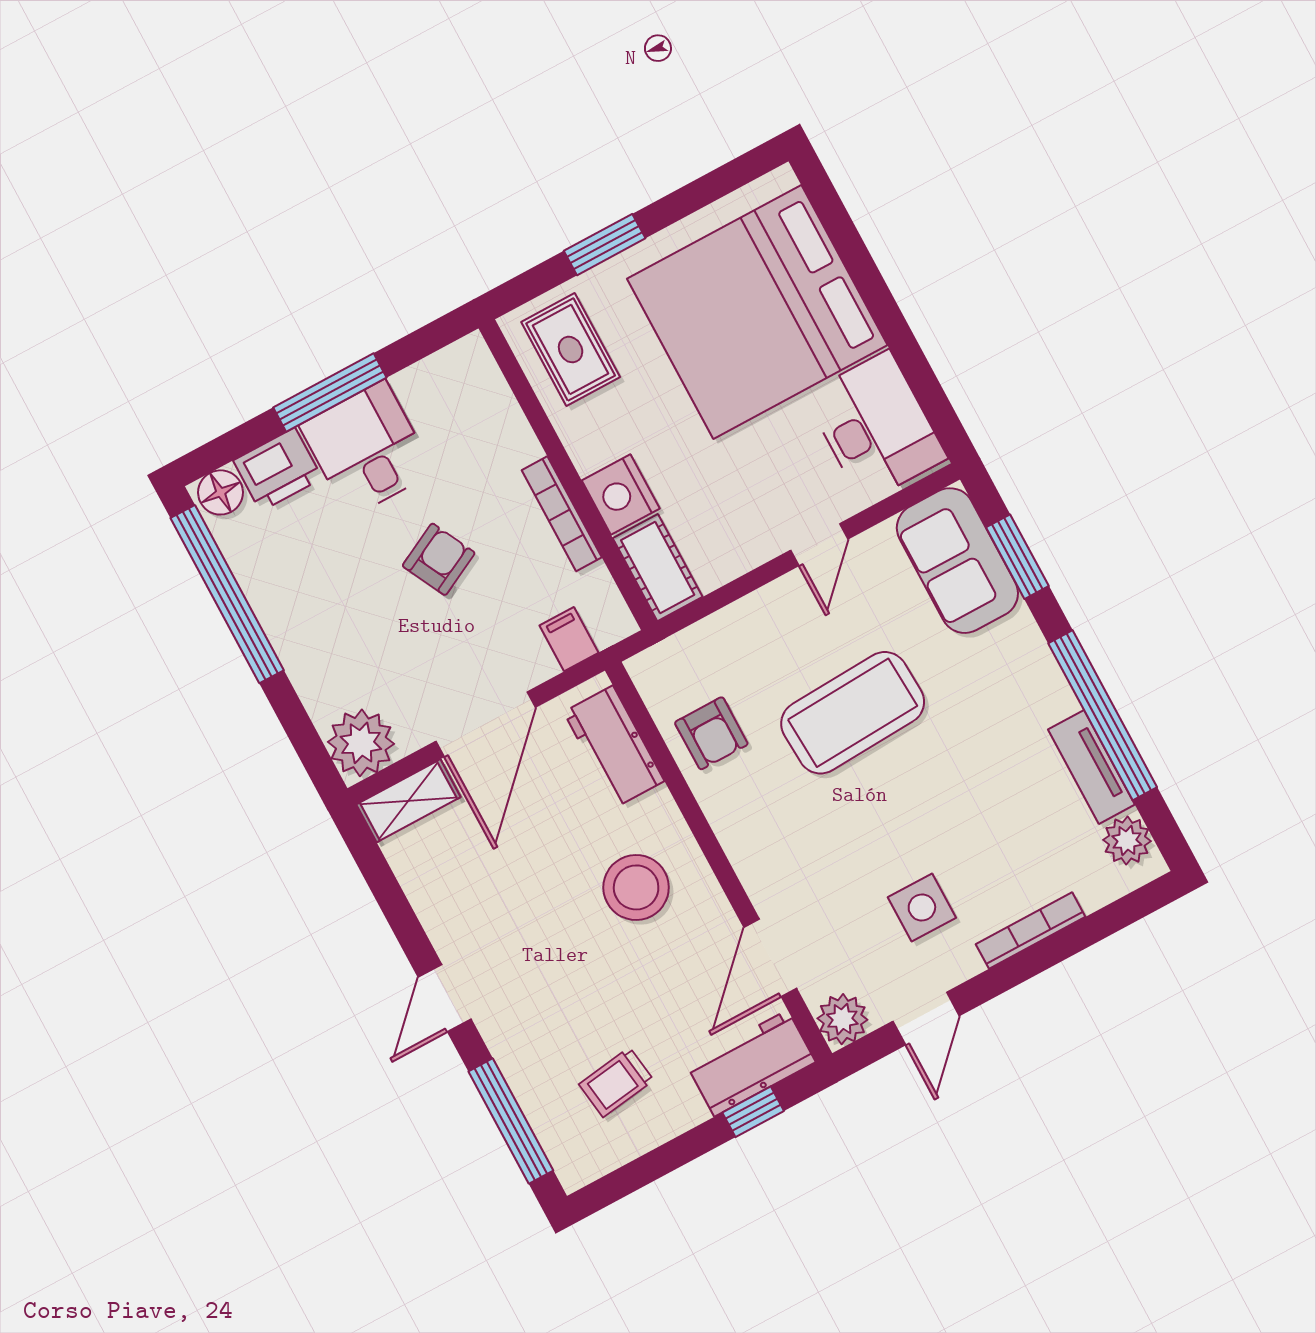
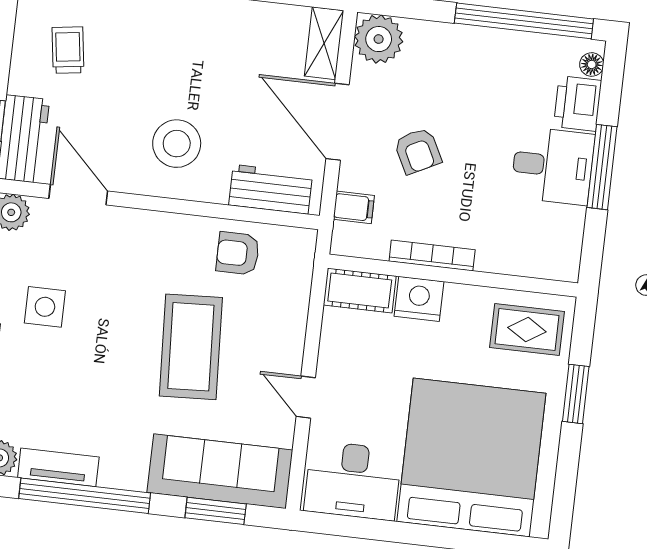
floor lamp: (221, 492) -> (592, 64), width x0.73, depth x0.73
armchair: (439, 559) -> (418, 151), moved
sofa: (957, 561) -> (220, 471), width x1.36

